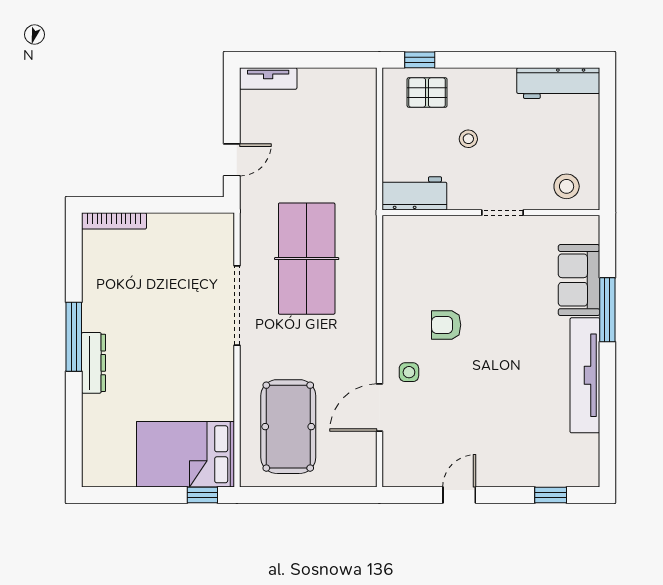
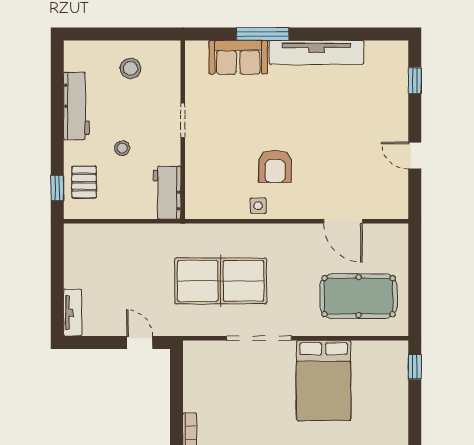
workbench: (558, 83) -> (76, 106), moved
stool: (567, 186) -> (130, 68), moved
armchair: (446, 325) -> (275, 166), width x1.38, depth x1.38
side table: (409, 372) -> (258, 206), moved
bed: (185, 454) -> (324, 380), moved

